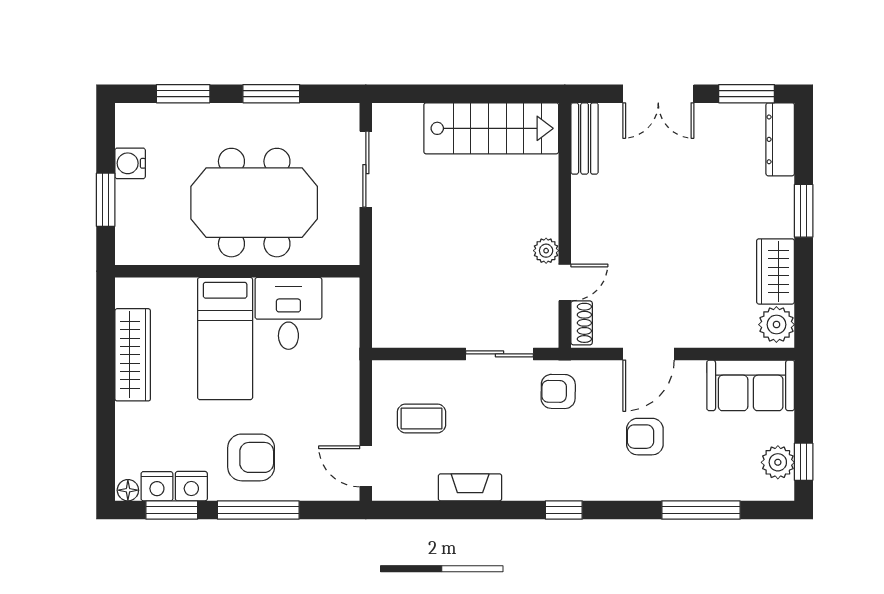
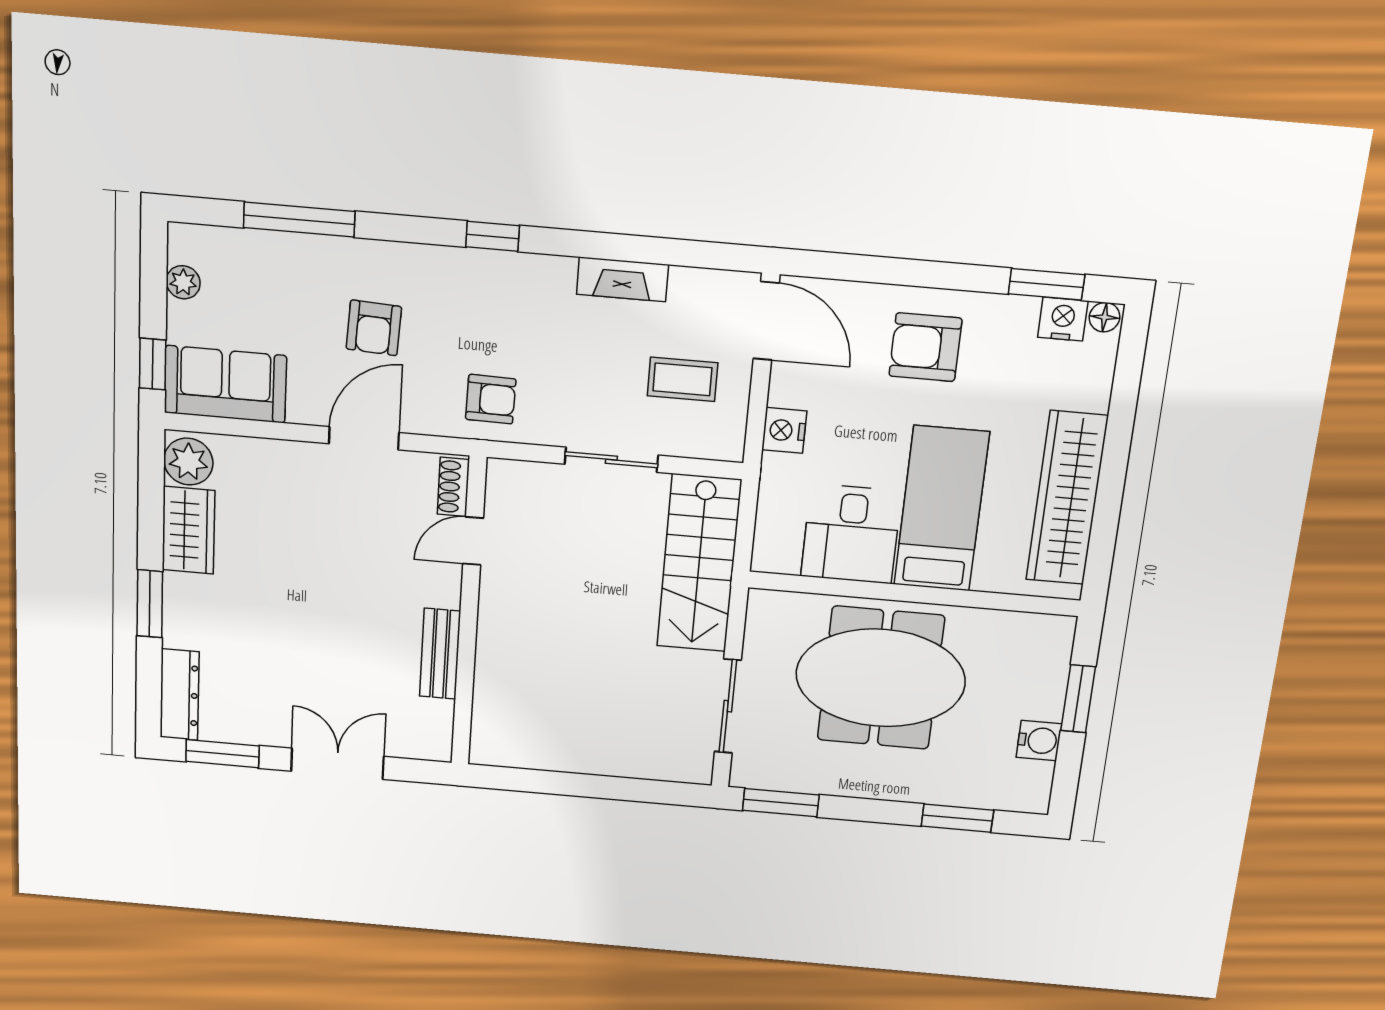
window: (271, 94) -> (781, 803), moved
stairs: (491, 128) -> (699, 563), moved, turned -90
bench: (585, 139) -> (440, 654), moved
plant: (546, 251) -> (496, 584), removed
sliding door: (499, 354) -> (611, 460), moved
wardrobe: (133, 355) -> (1067, 498), width x1.40, depth x1.17
armchair: (645, 437) -> (374, 328), turned 93
plant: (778, 462) -> (183, 282), width x0.73, depth x0.73
window: (804, 462) -> (153, 364), moved
door: (366, 466) -> (766, 321), width x1.38
nightstand: (191, 486) -> (784, 430), moved, turned -90
window: (258, 510) -> (924, 274), removed

